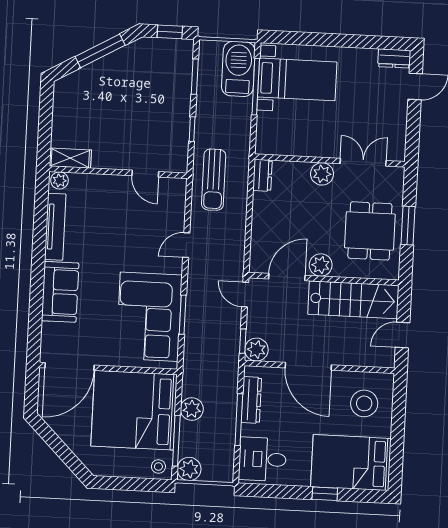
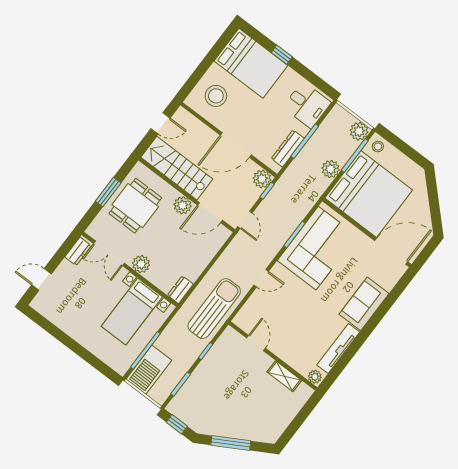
dresser: (394, 58) -> (78, 251), moved, turned 90
bed with nightstands: (297, 79) -> (132, 311), moved, turned -90
shelving: (70, 158) -> (284, 376), moved
sun lounger: (214, 180) -> (214, 309), width x1.36, depth x1.34
door: (308, 366) -> (236, 145), swing flipped

